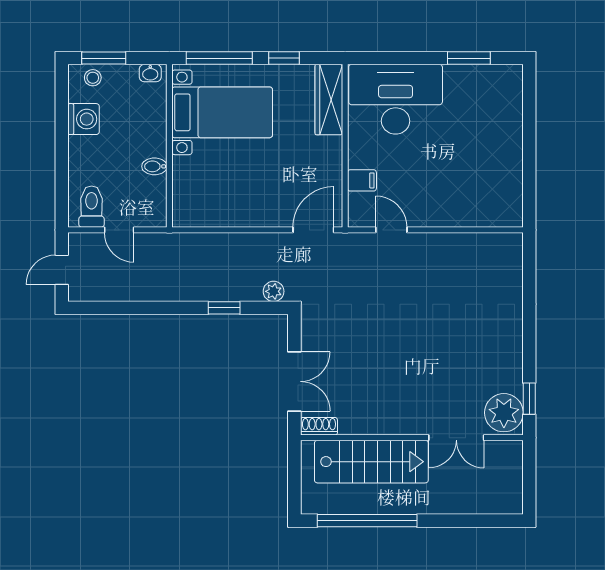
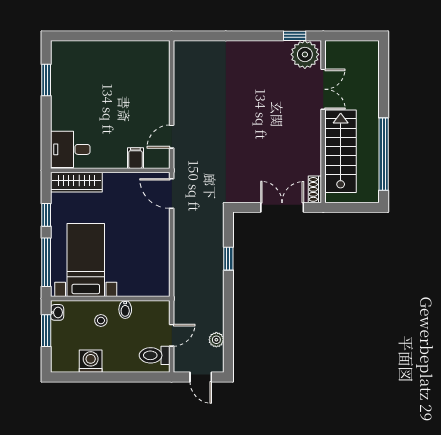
window: (104, 58) -> (46, 331), moved
stool: (93, 78) -> (101, 321), moved
desk: (396, 99) -> (70, 149), width x0.53, depth x0.77
plant: (274, 291) -> (216, 340), moved

